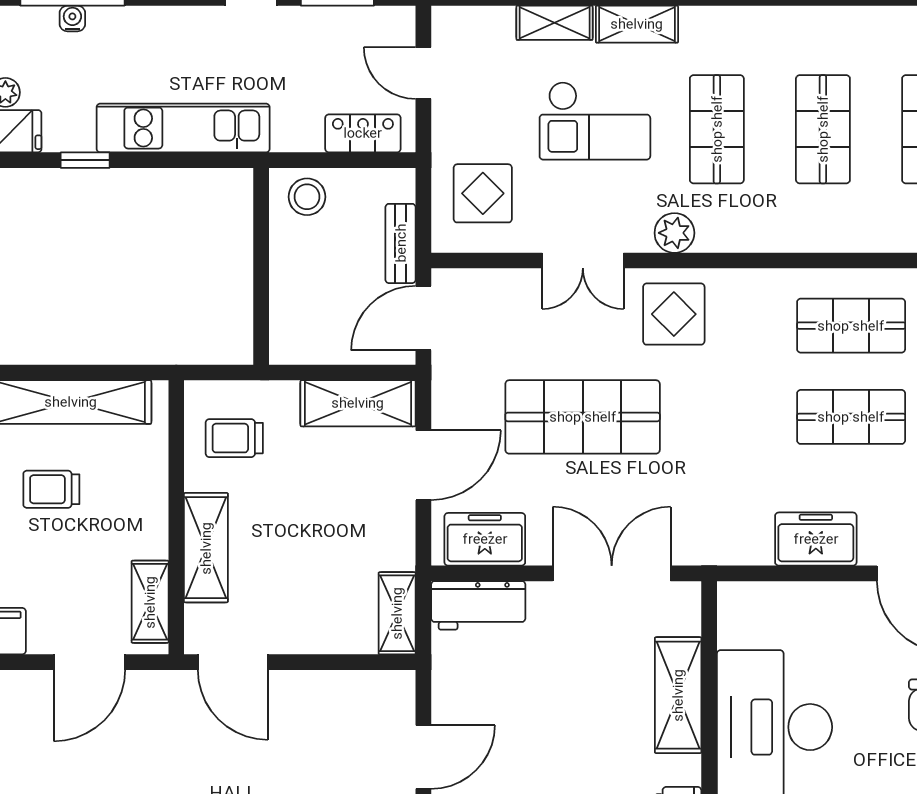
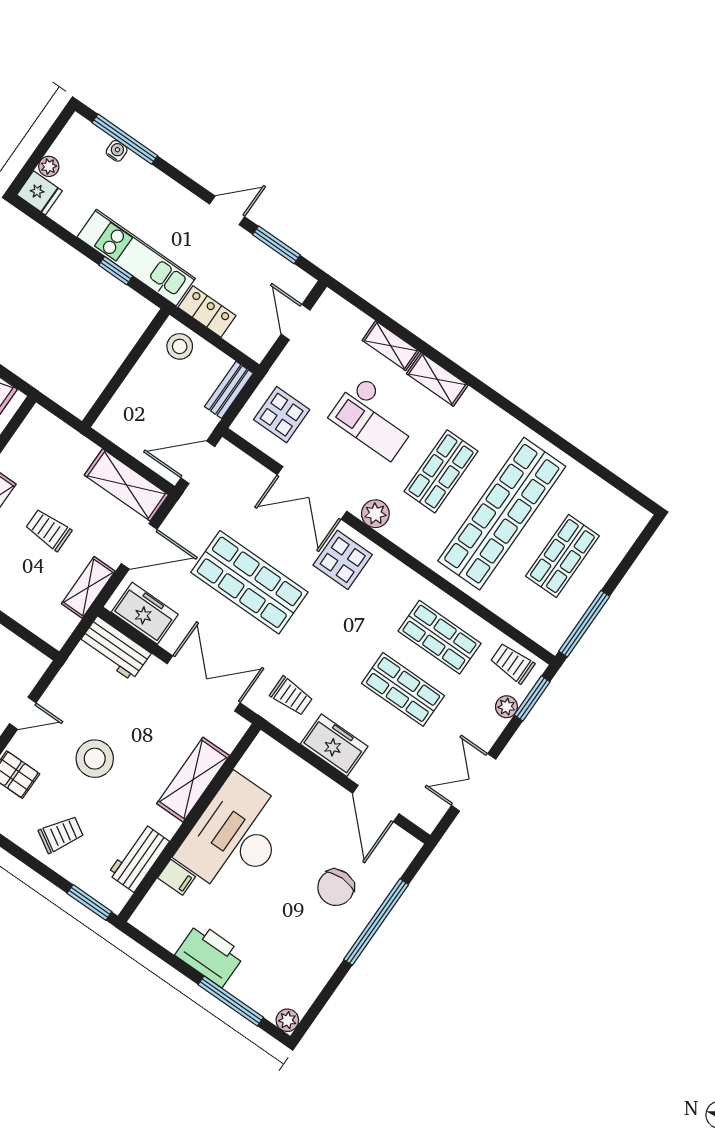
shop shelf: (823, 129) -> (502, 514), width x2.00, depth x1.36
locker: (363, 133) -> (207, 312), moved
window: (85, 160) -> (116, 271), moved
bench: (401, 243) -> (229, 390), moved
double door: (583, 261) -> (312, 493), width x1.37
trolley: (234, 438) -> (48, 530), moved
trolley: (725, 516) -> (291, 696), added
shelving: (397, 613) -> (88, 587), moved
stool: (545, 751) -> (95, 759), added
door: (423, 757) -> (23, 713), width x0.73

